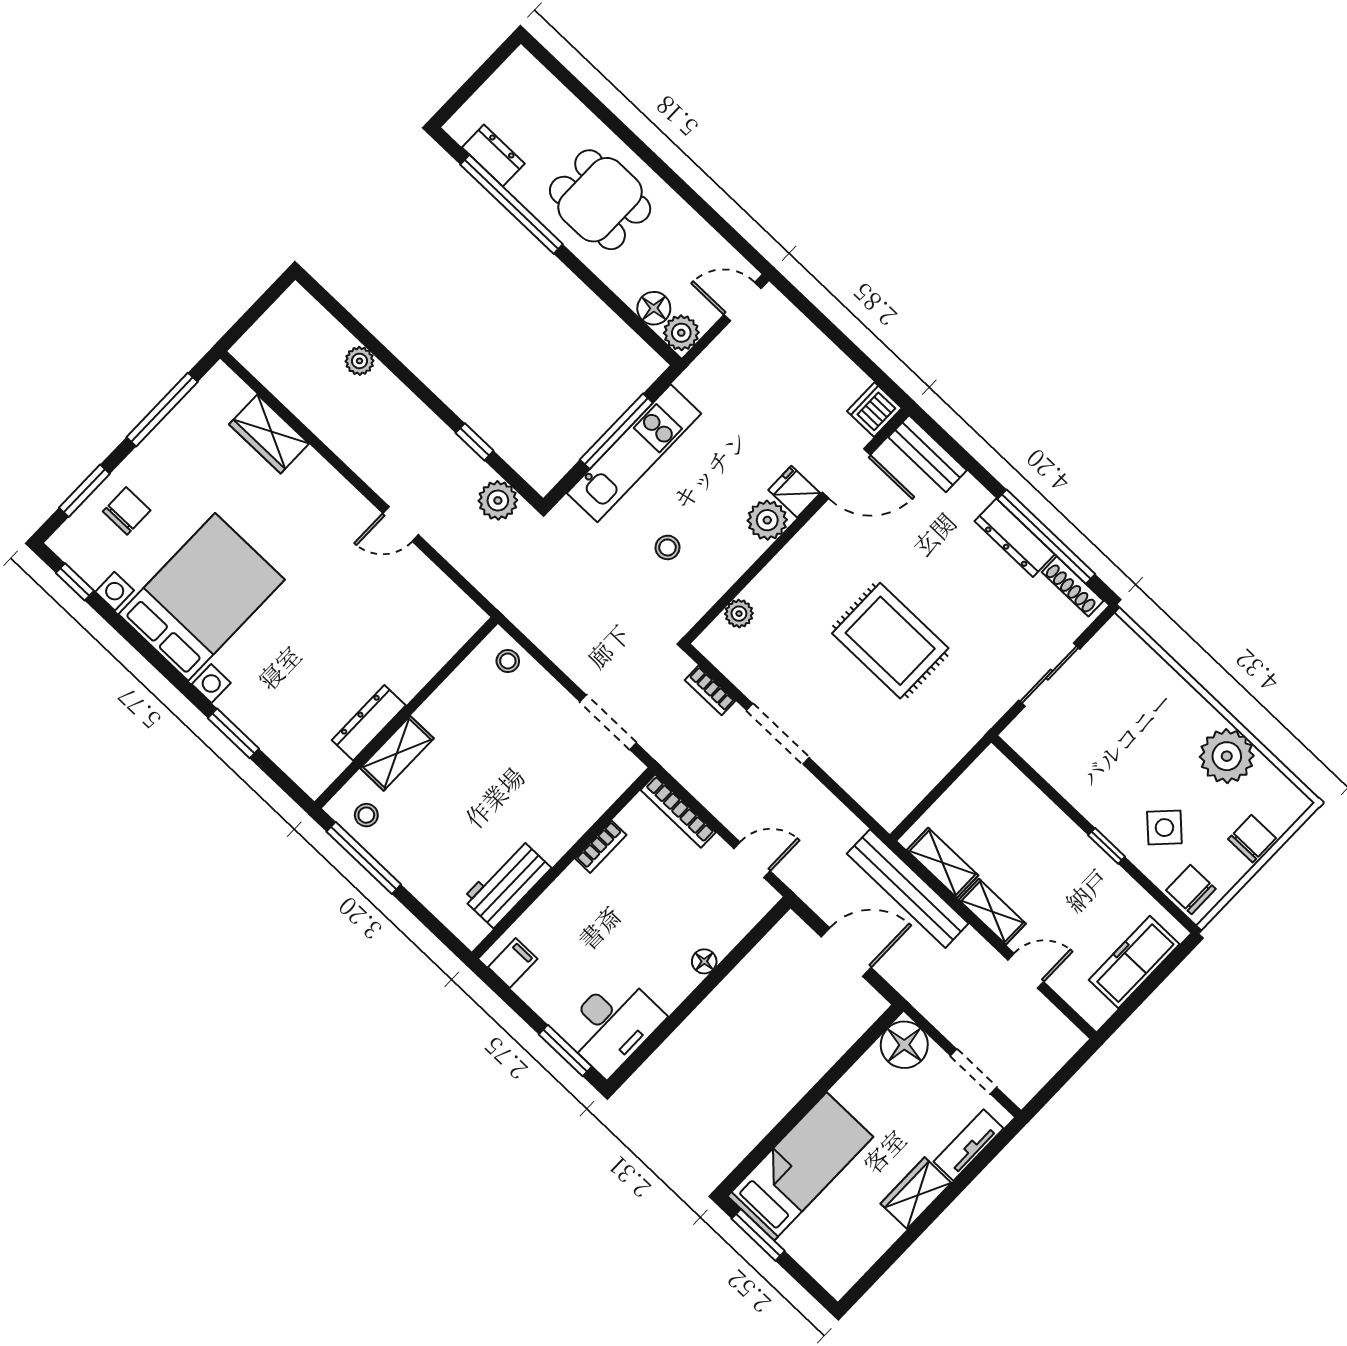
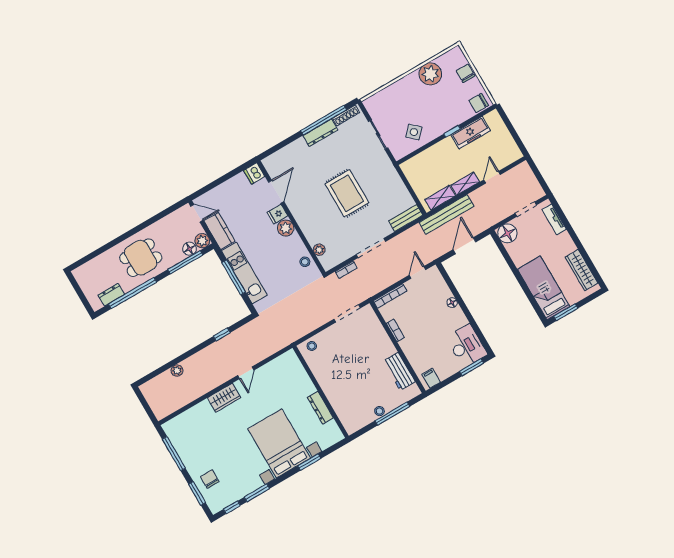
door: (743, 302) -> (197, 213), swing flipped
window: (619, 307) -> (185, 262), added
kitchen counter: (716, 367) -> (219, 231), added
wardrobe: (269, 434) -> (224, 398), moved
bench: (928, 454) -> (406, 218), moved
plant: (498, 500) -> (248, 332), removed
stool: (667, 547) -> (305, 262), moved
bed with nightstands: (202, 597) -> (279, 443), moved
window: (126, 631) -> (257, 493), added
rug: (890, 641) -> (347, 193), turned 90
shelving: (397, 753) -> (336, 400), removed
stool: (366, 815) -> (379, 411), moved
side table: (1164, 828) -> (414, 132), moved
window: (364, 858) -> (392, 414), moved
freezer: (1134, 962) -> (471, 133), moved, turned -90
wardrobe: (916, 1193) -> (582, 270), moved, width x1.50

